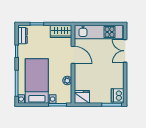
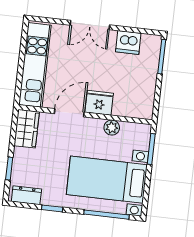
double door: (125, 51) -> (90, 25), moved
dishwasher: (118, 95) -> (128, 42), moved
fridge: (82, 97) -> (99, 103), moved, turned 90

